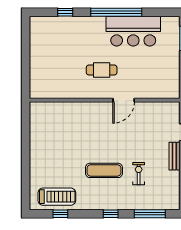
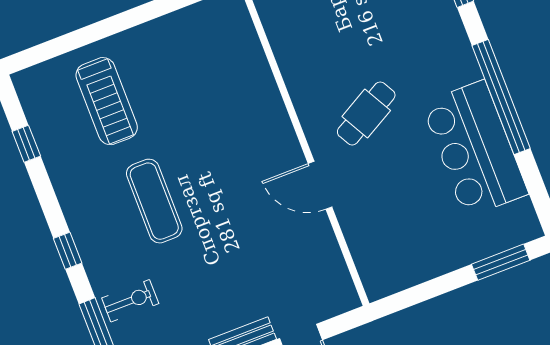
cafe table: (102, 70) -> (366, 114), turned 61
exercise bike: (139, 174) -> (130, 301), moved
treadmill: (57, 197) -> (107, 101), moved

